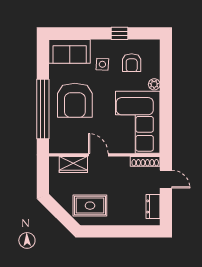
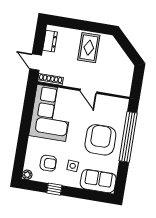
armchair: (132, 63) -> (48, 163), turned 90
plant: (154, 84) -> (27, 175), moved
wardrobe: (73, 165) -> (110, 87), removed
rug: (90, 206) -> (89, 48), moved, turned 90

